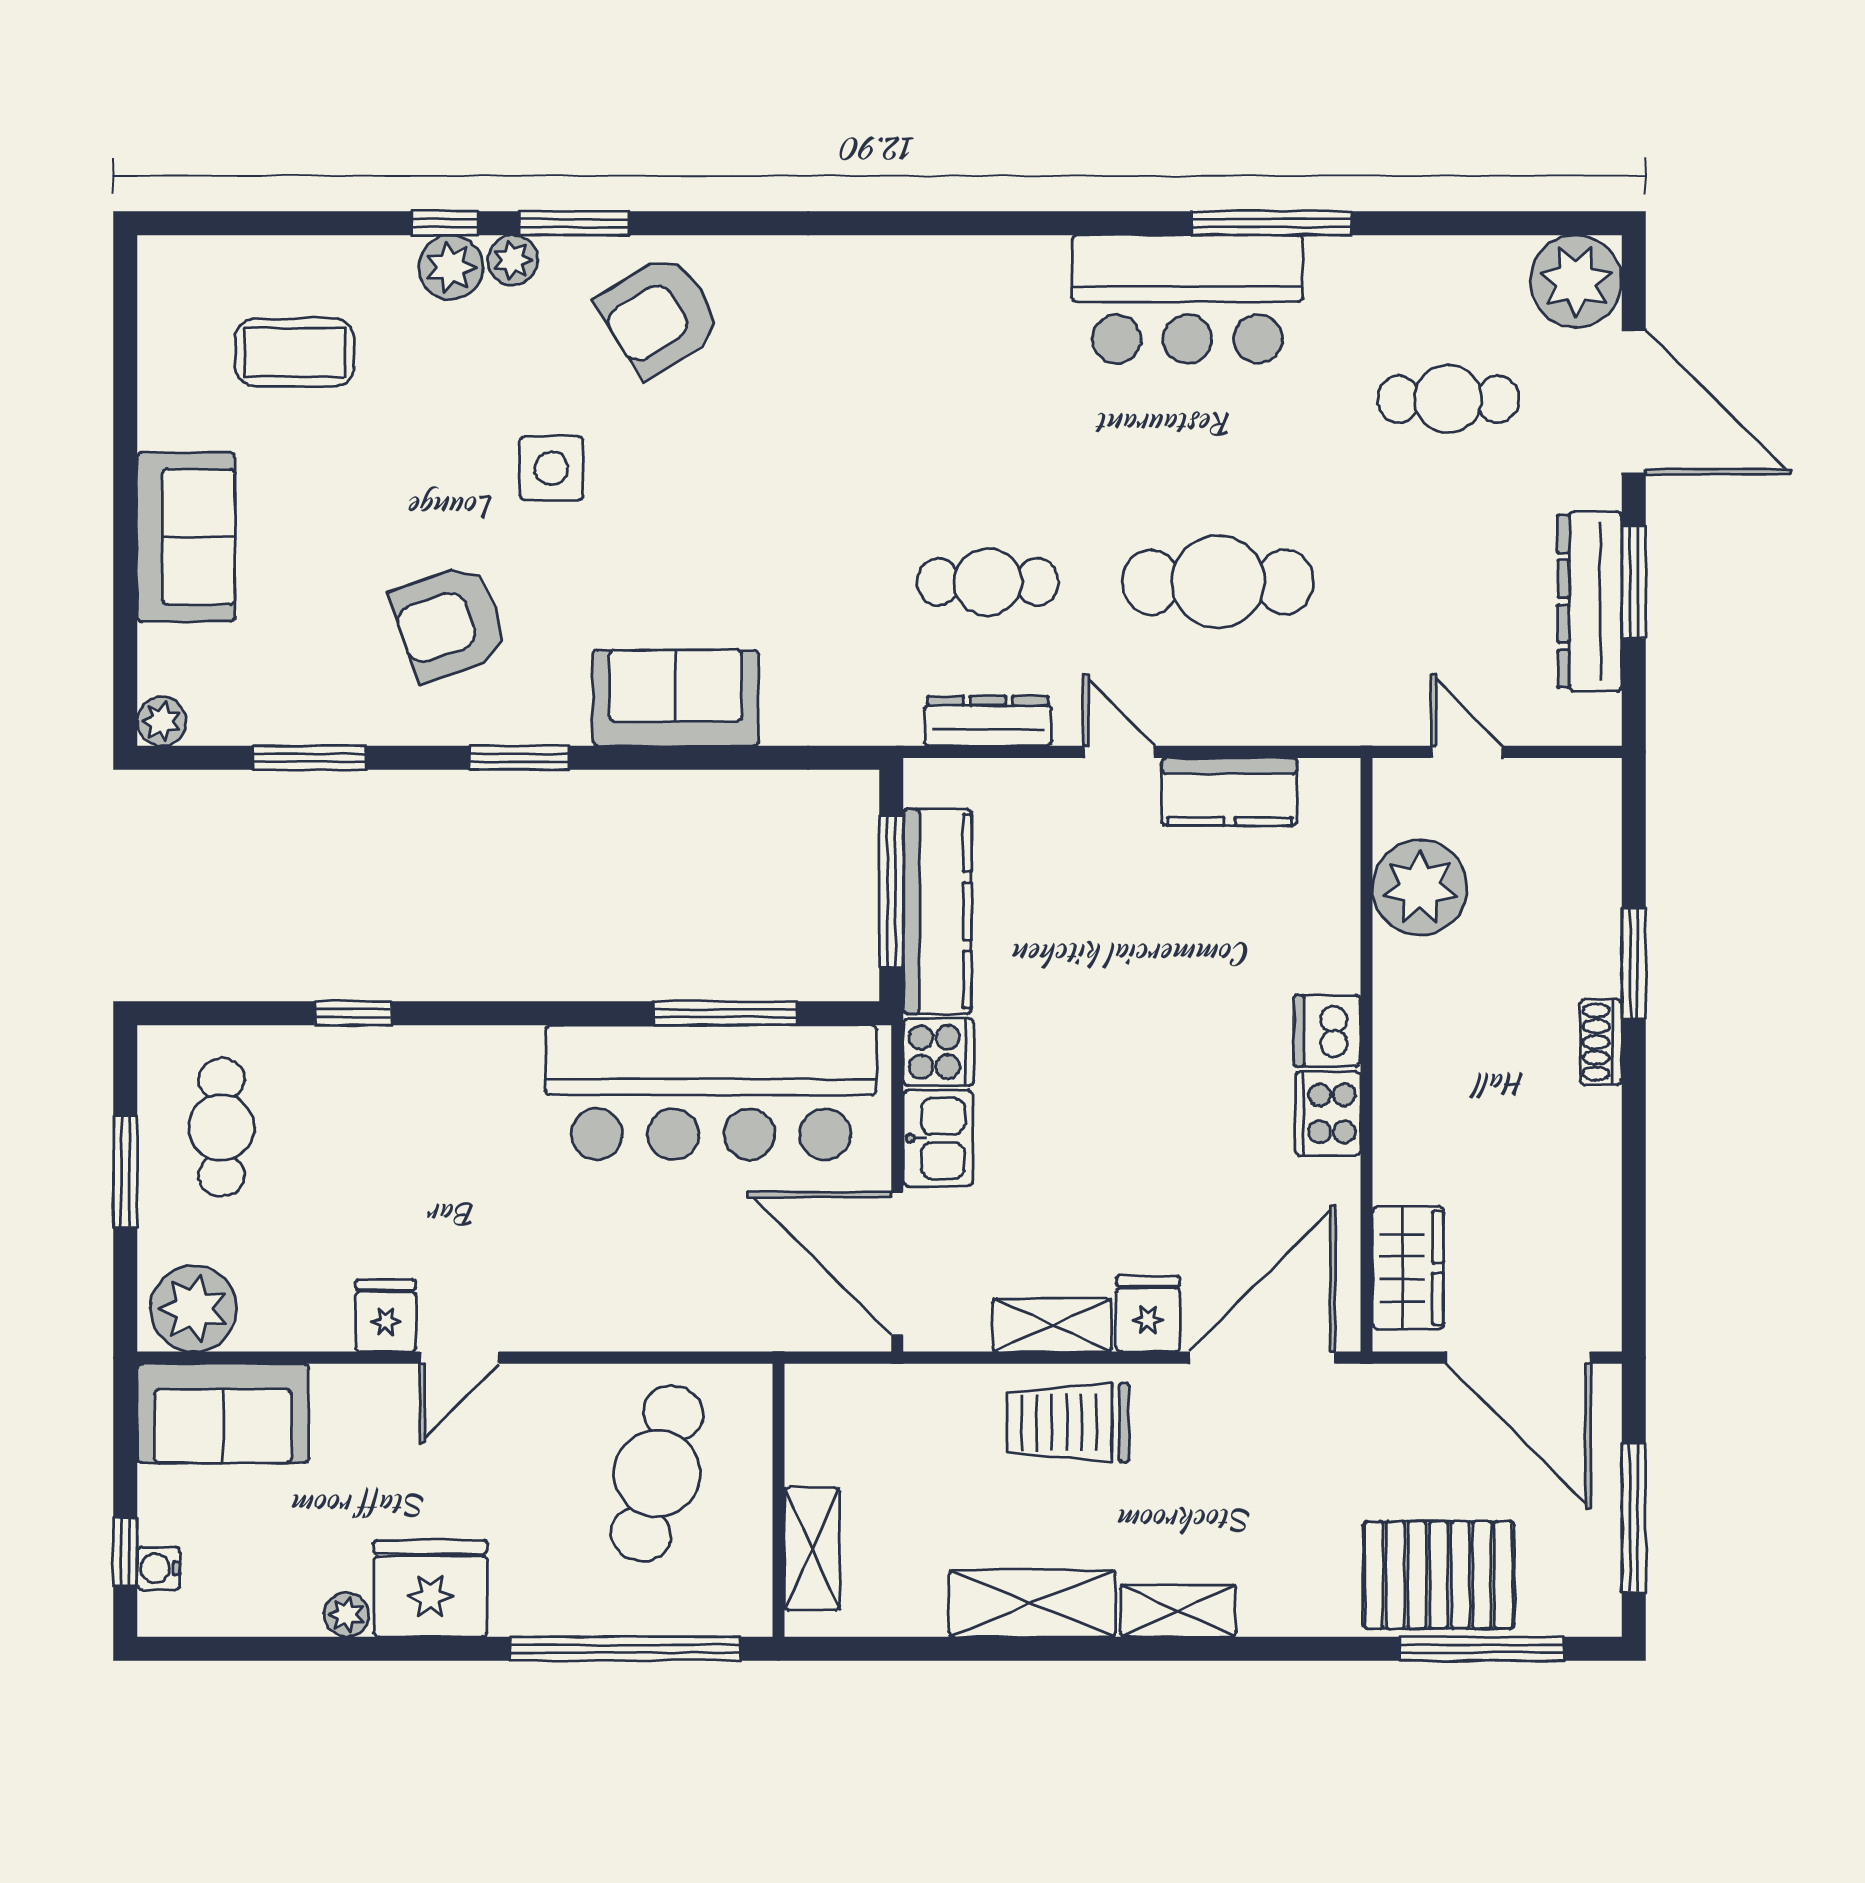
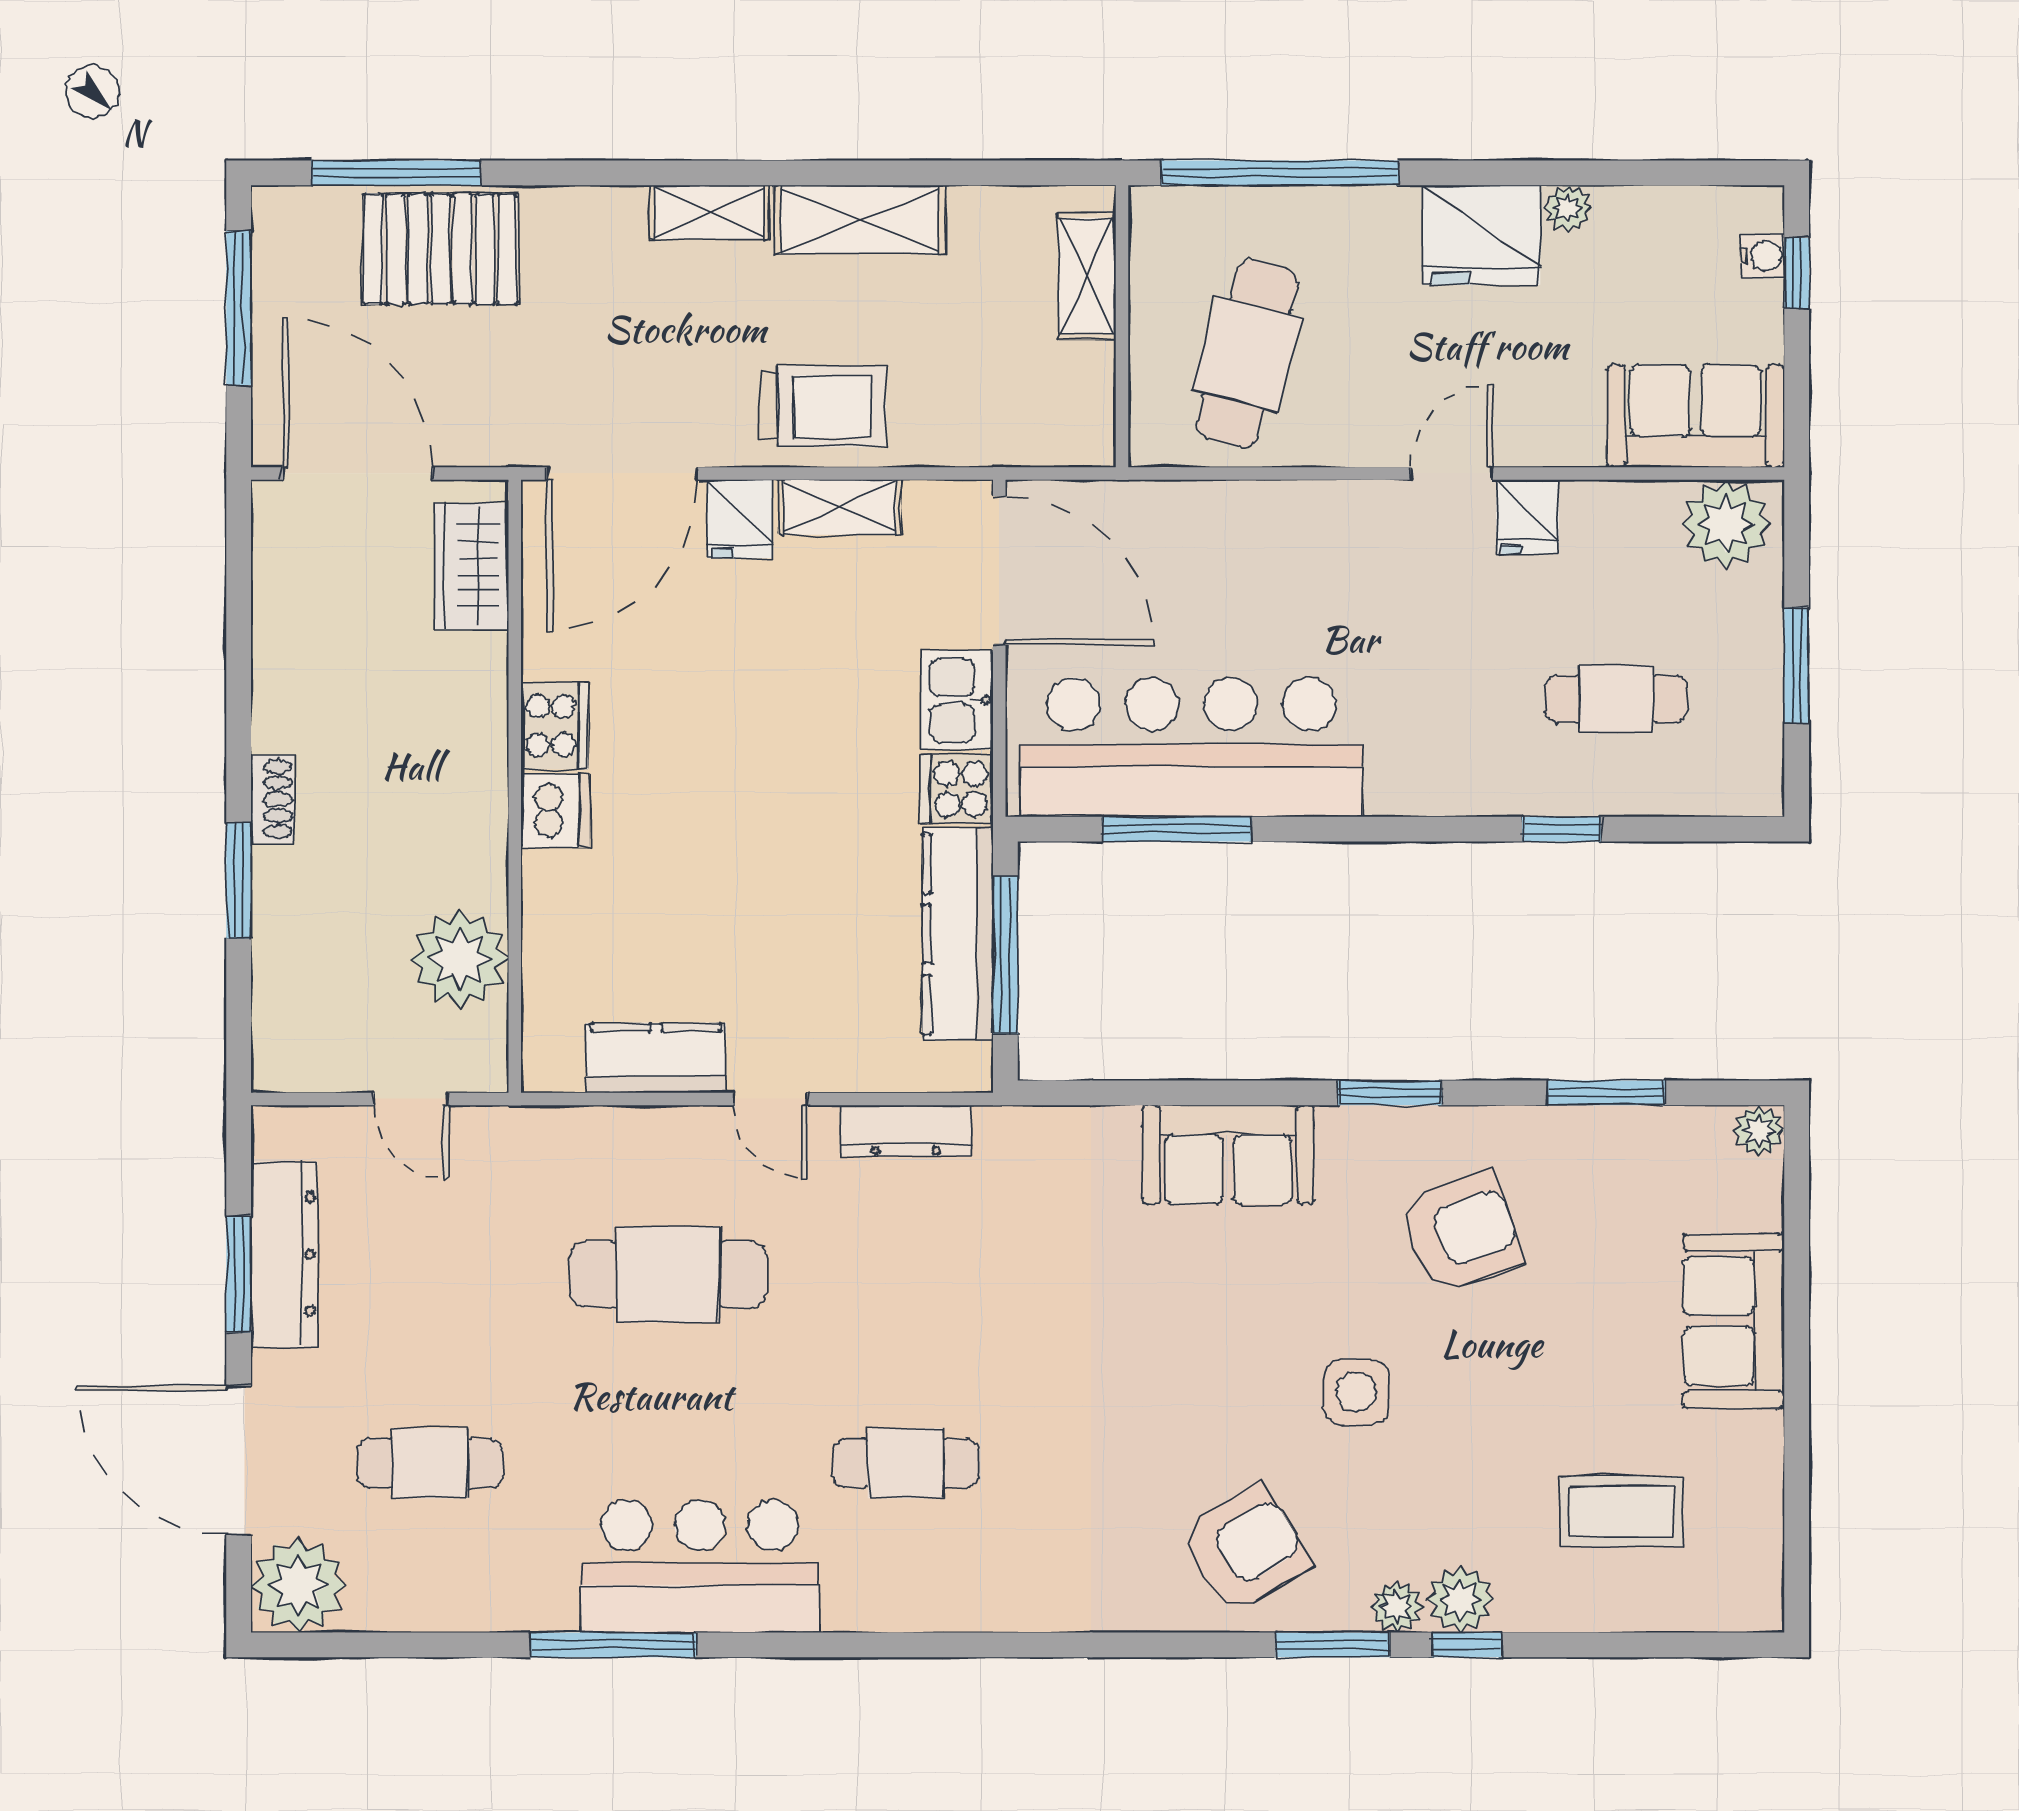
cafe table: (988, 582) -> (906, 1463), moved
cafe table: (222, 1127) -> (1616, 699), moved, turned 90

